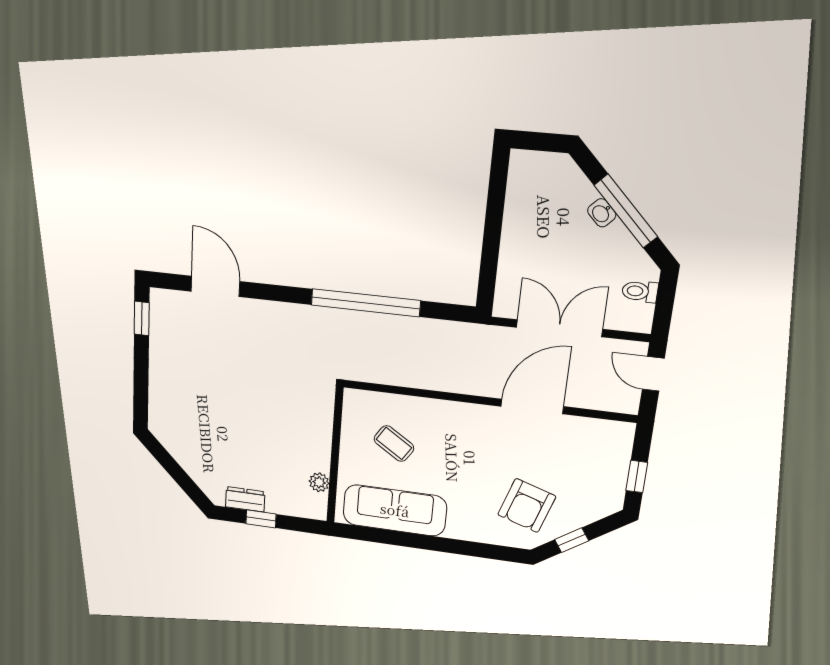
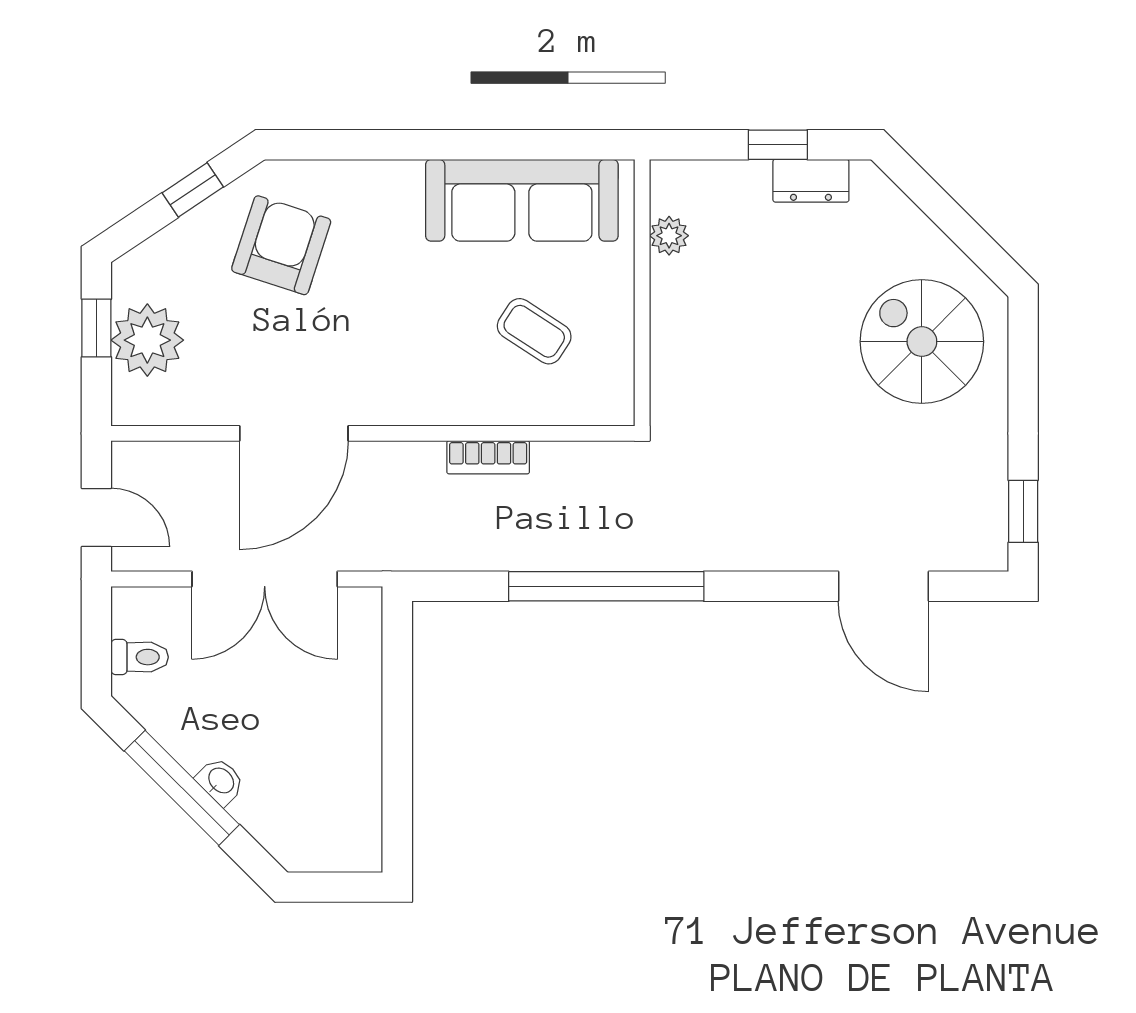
bookcase: (425, 381) -> (488, 457), added
spiral stairs: (192, 412) -> (922, 342), added
plant: (609, 466) -> (147, 340), added

